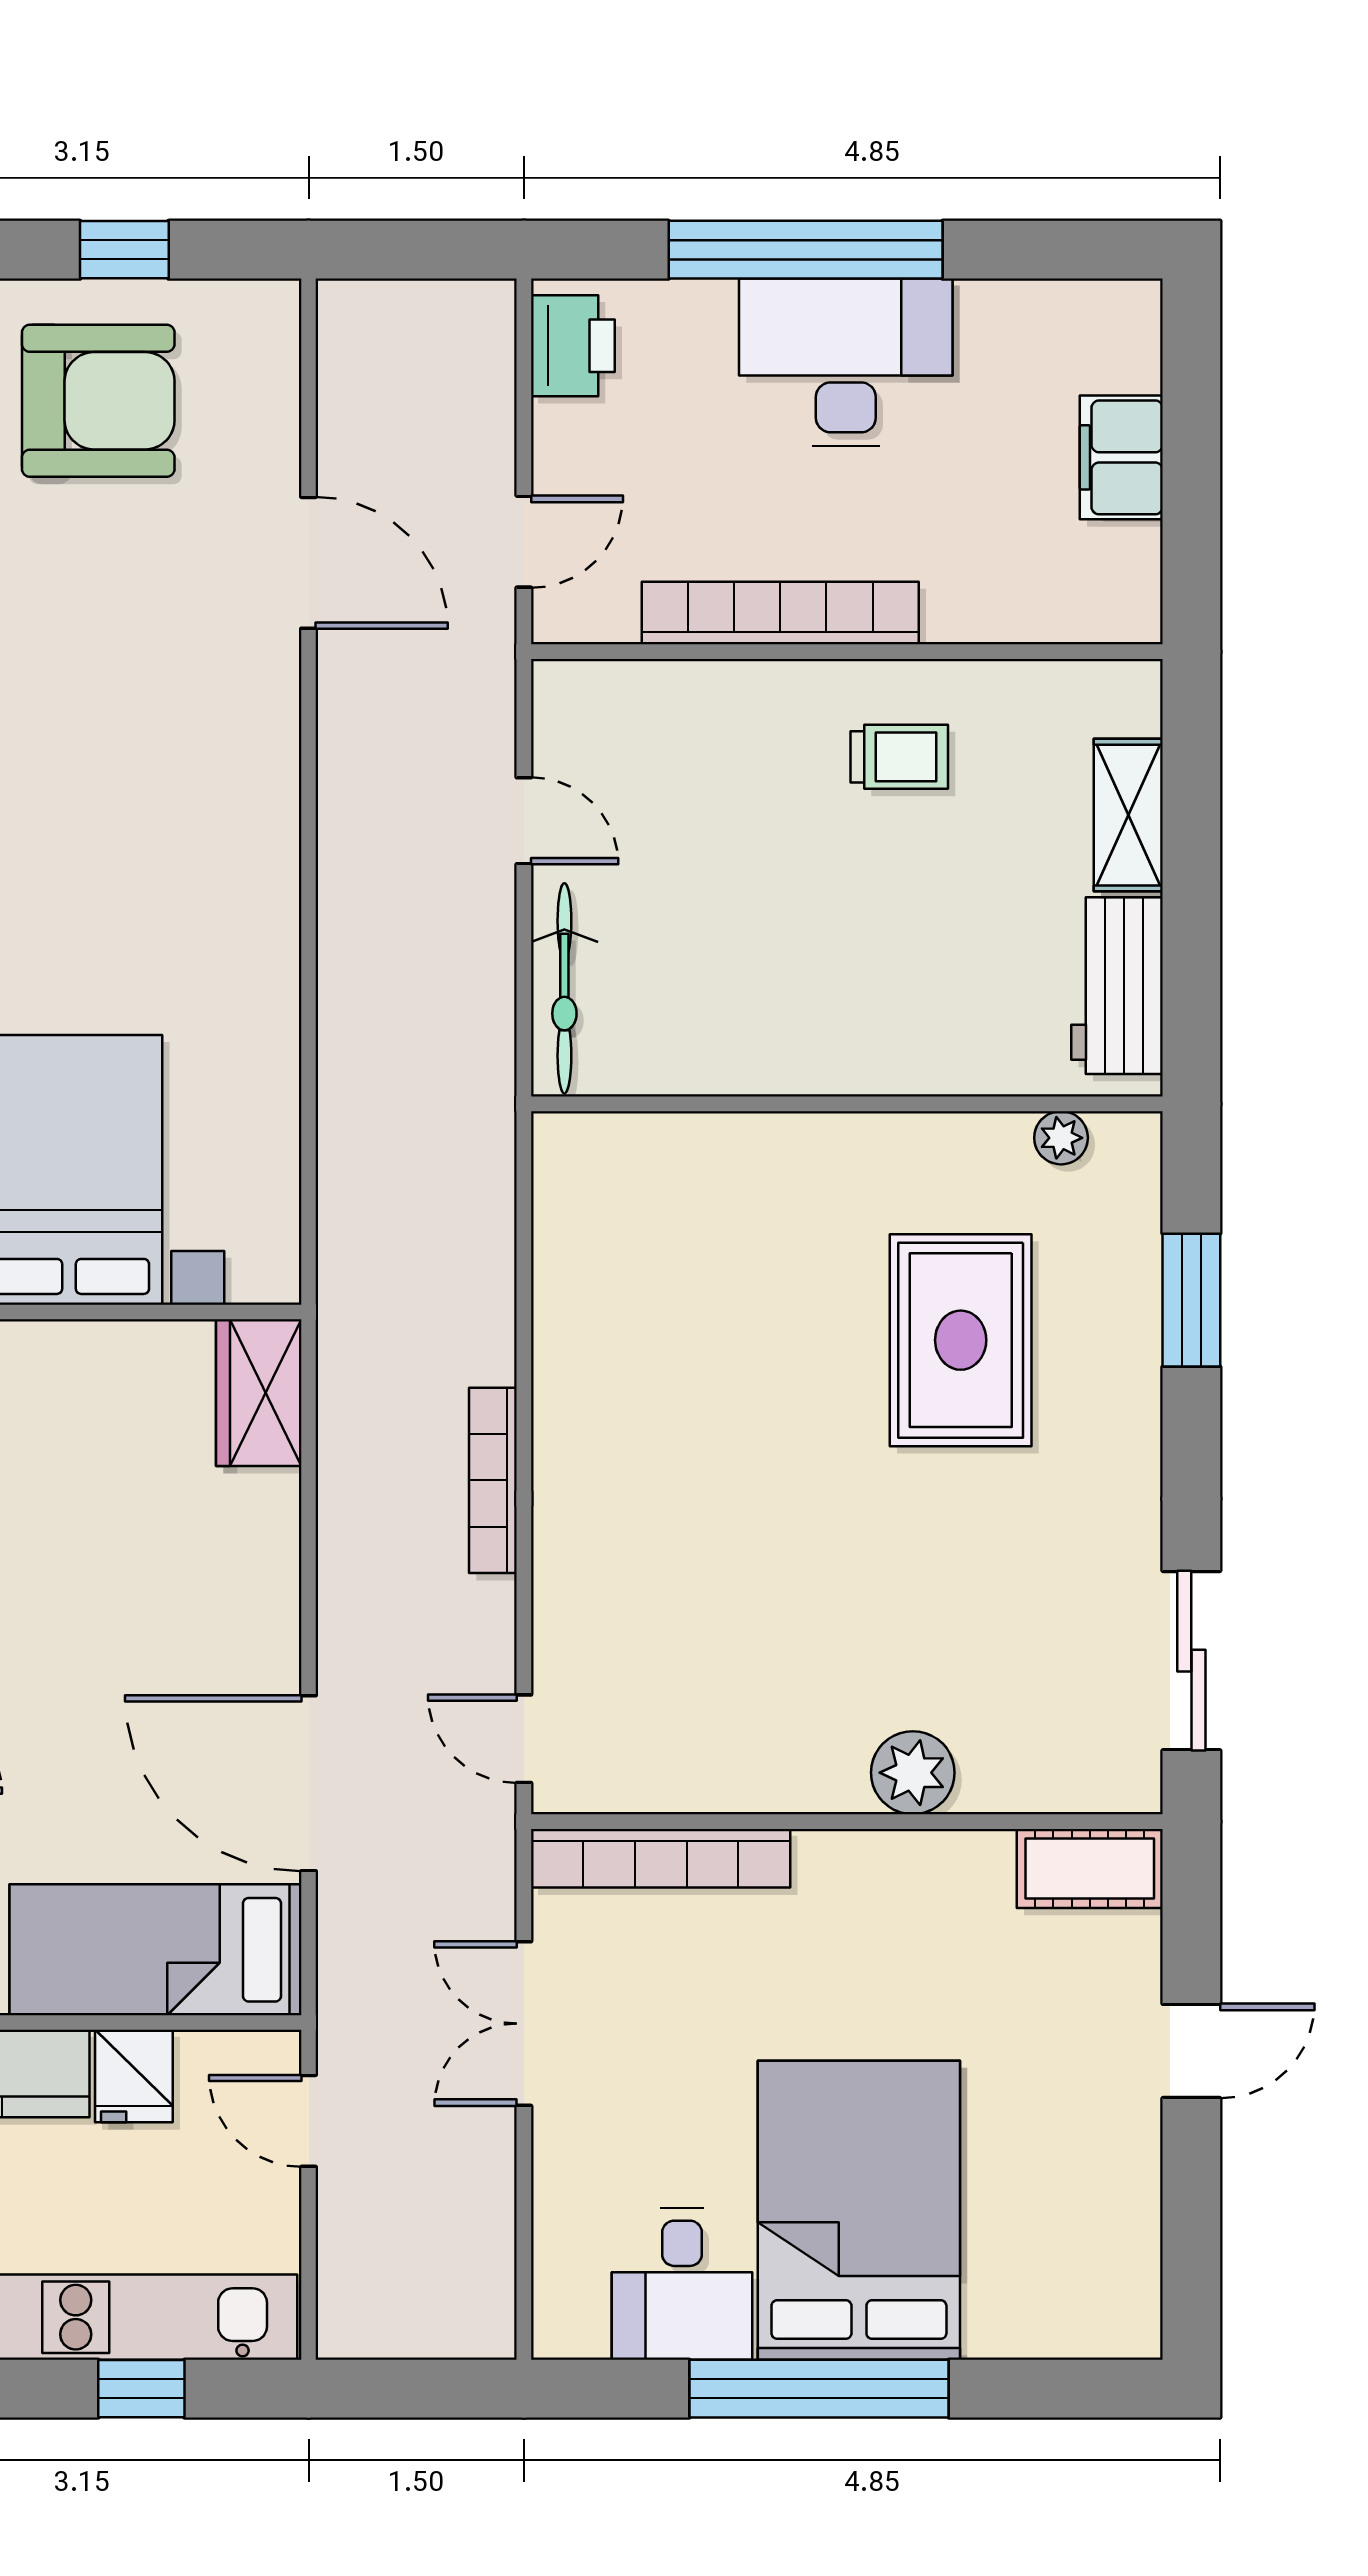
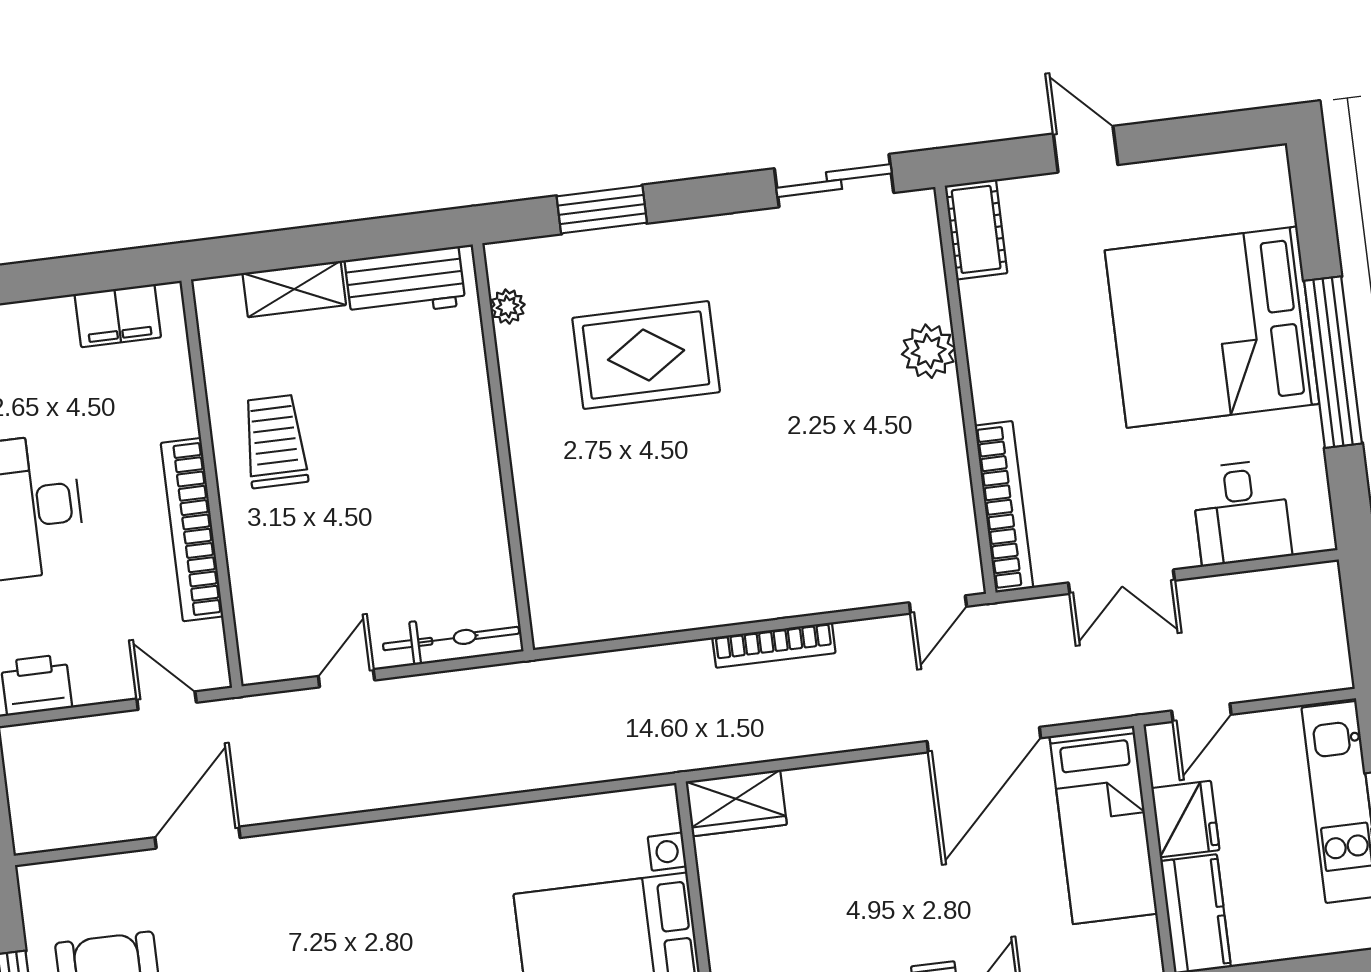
filing cabinet: (1121, 457) -> (118, 316), moved
trolley: (899, 757) -> (275, 441), width x1.36, depth x1.39
fridge: (134, 2076) -> (1185, 819), width x1.38
bed: (859, 2210) -> (1212, 327), width x1.36
desk: (682, 2284) -> (1241, 512), moved, turned 90

